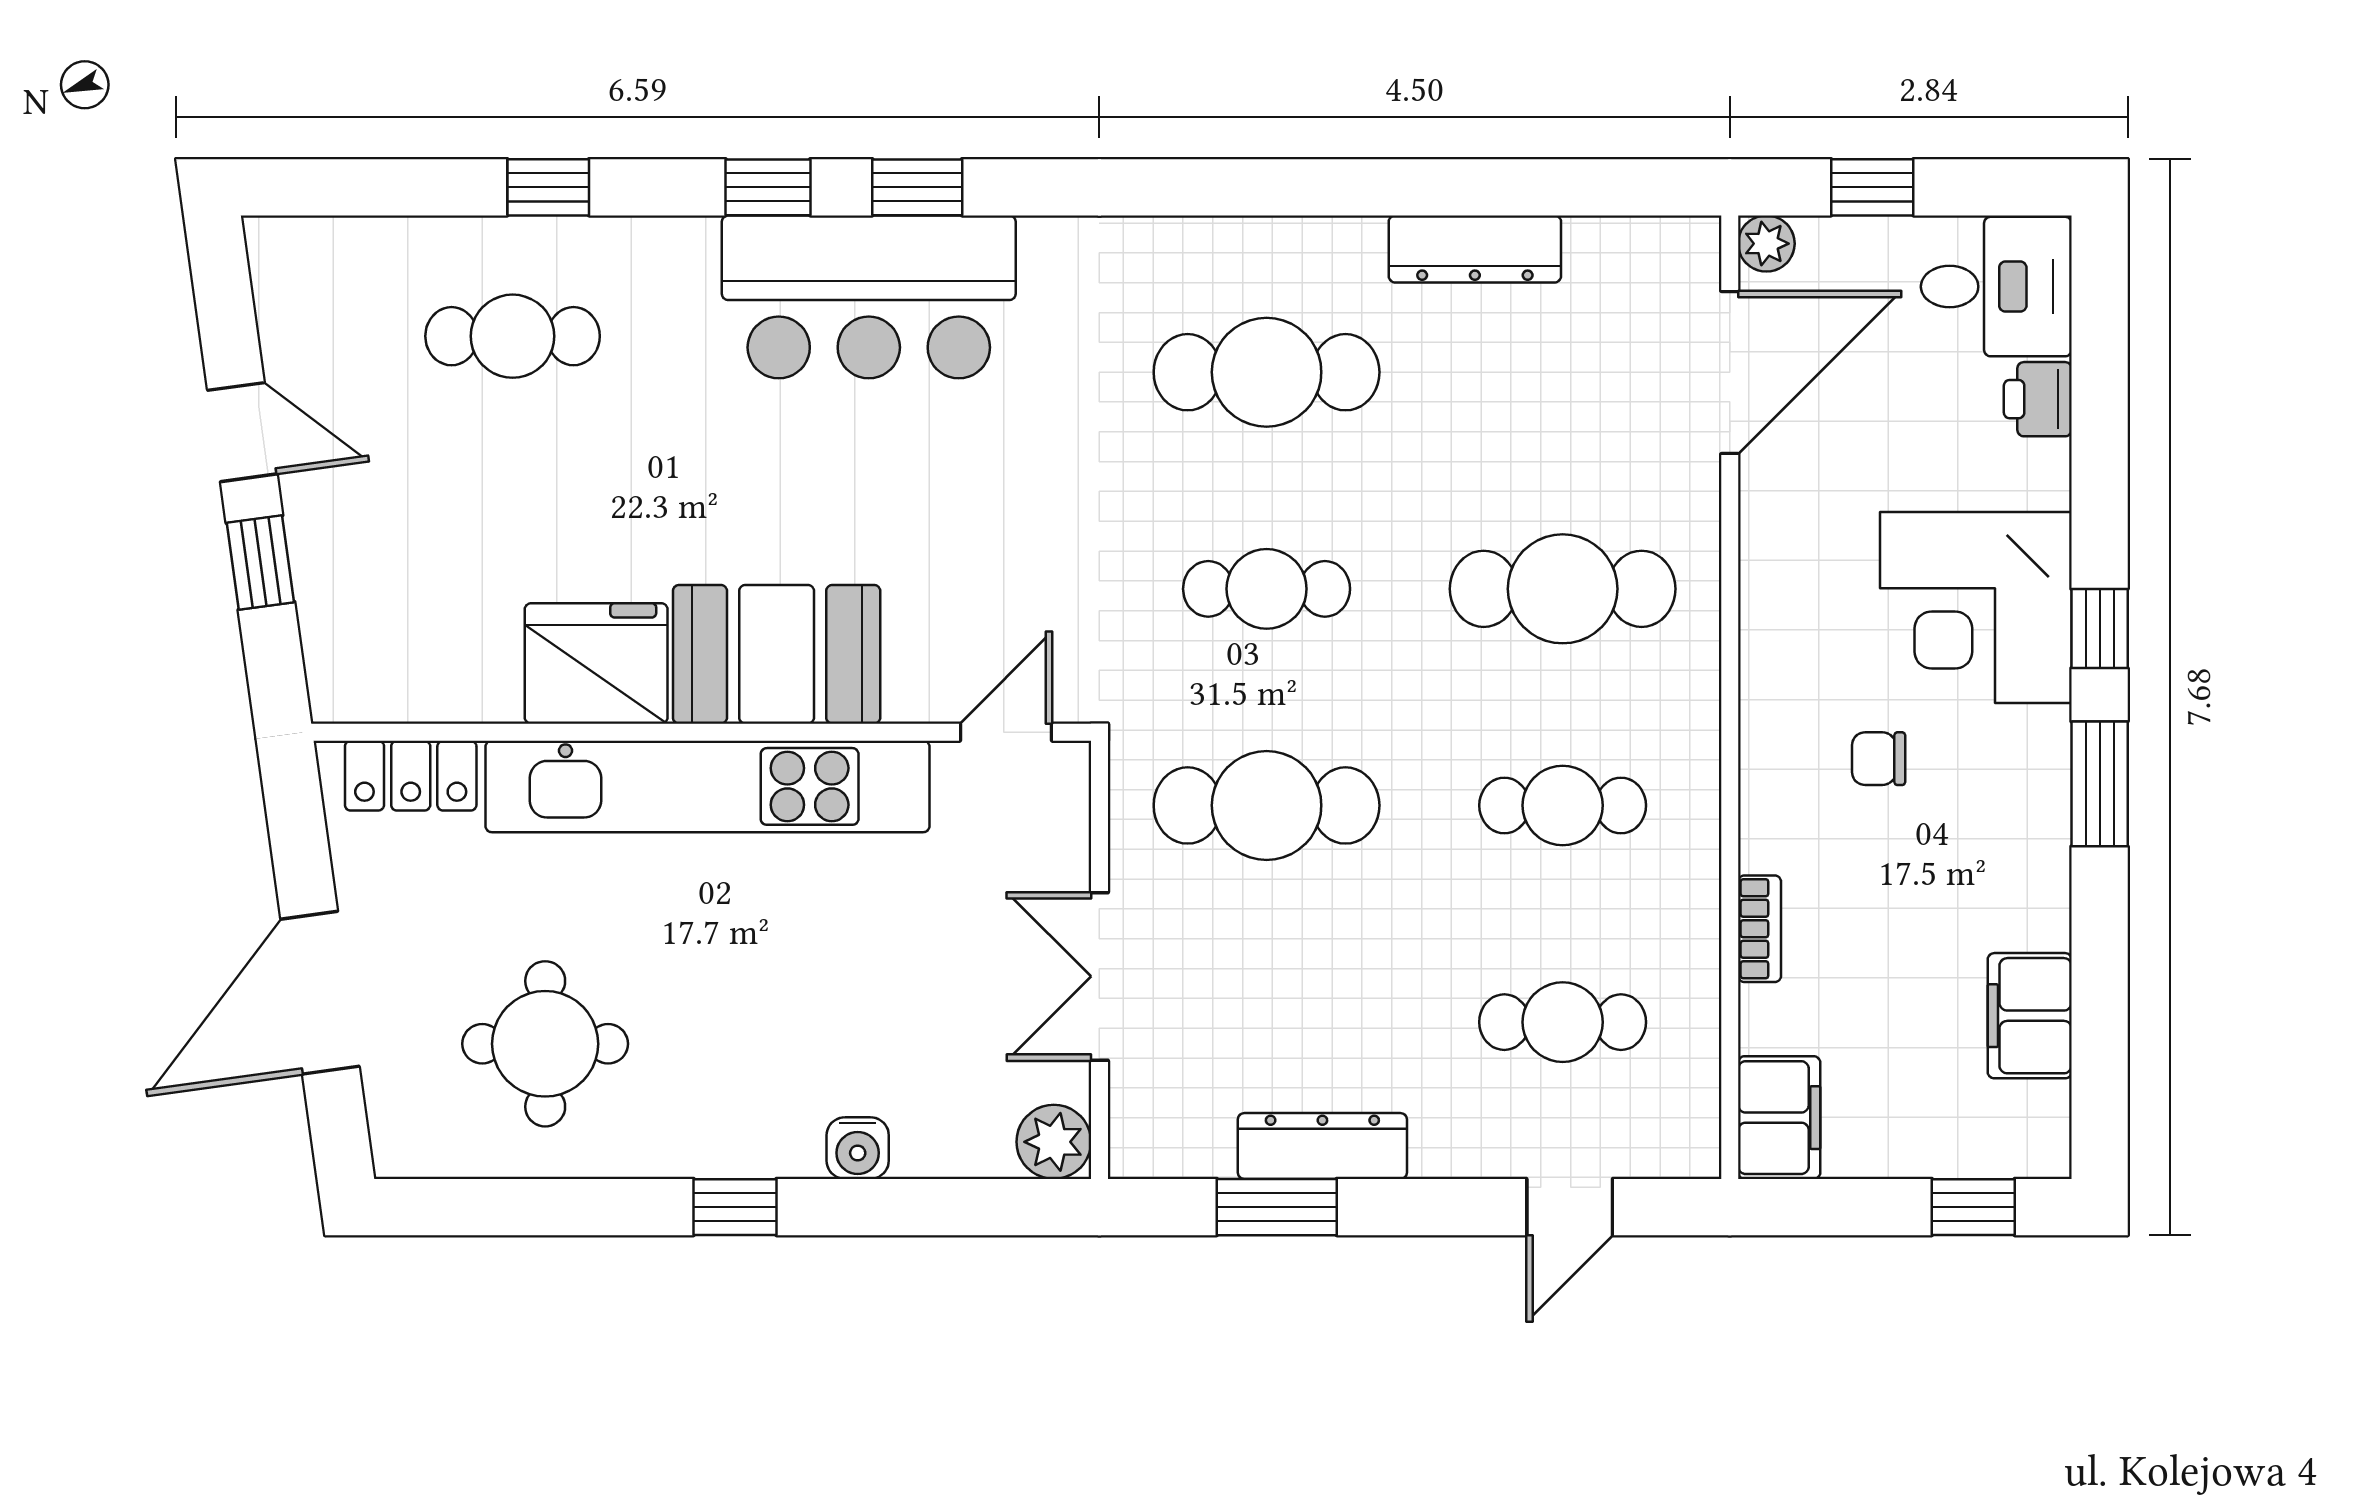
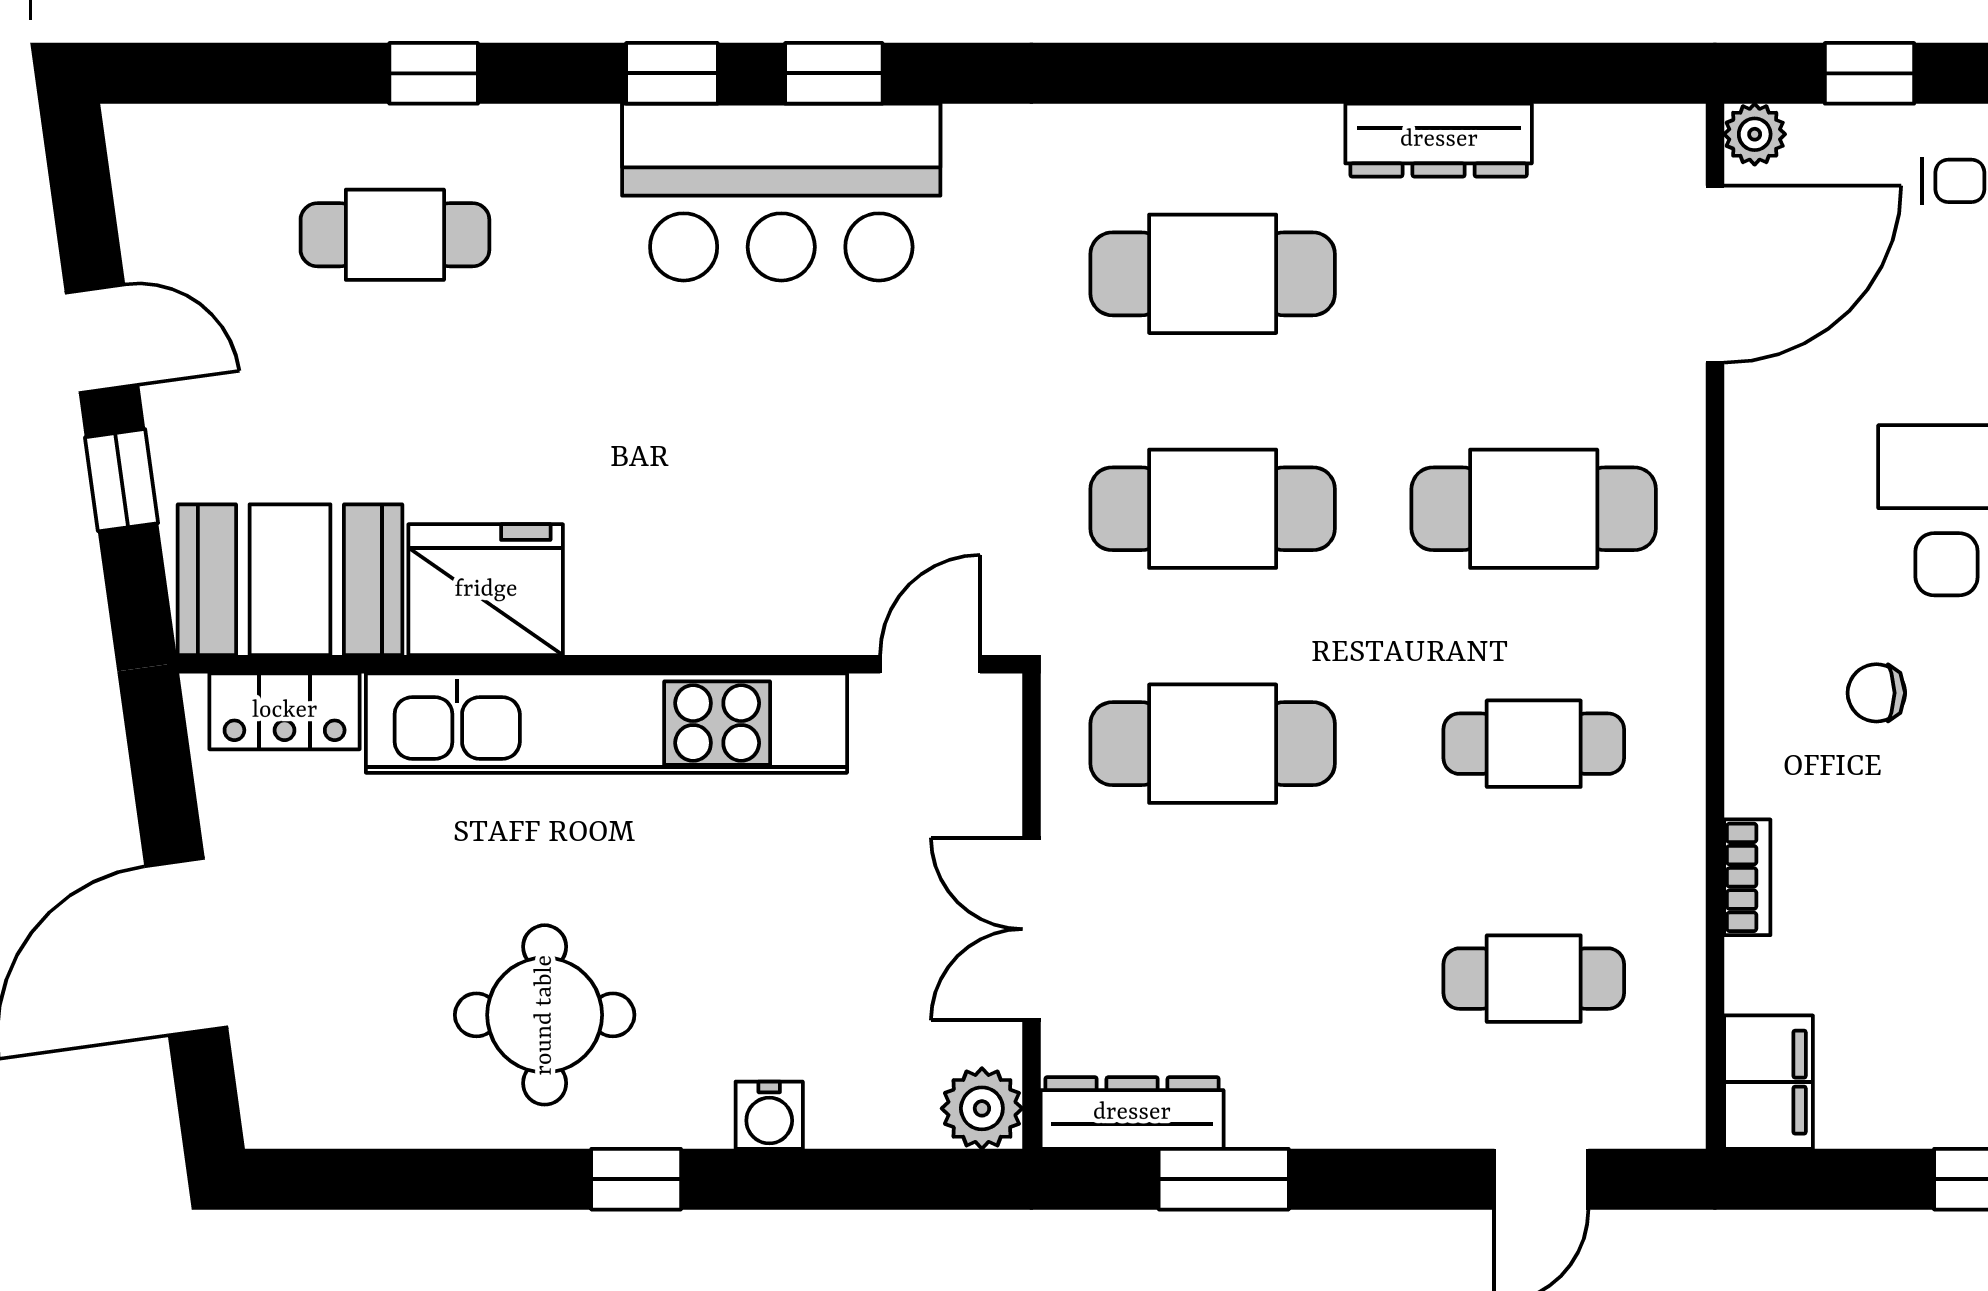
cafe table: (1267, 589) -> (1213, 509), width x1.37, depth x1.35
booth: (777, 654) -> (290, 580), moved
round table: (545, 1044) -> (545, 1015), moved
dresser: (1322, 1146) -> (1132, 1113), moved

